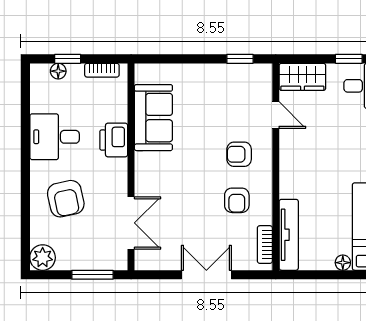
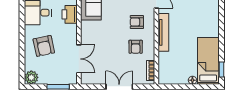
tv unit: (289, 235) -> (163, 32), moved

